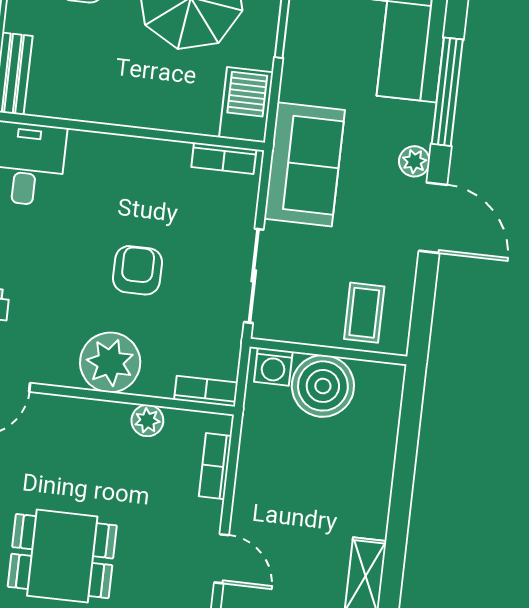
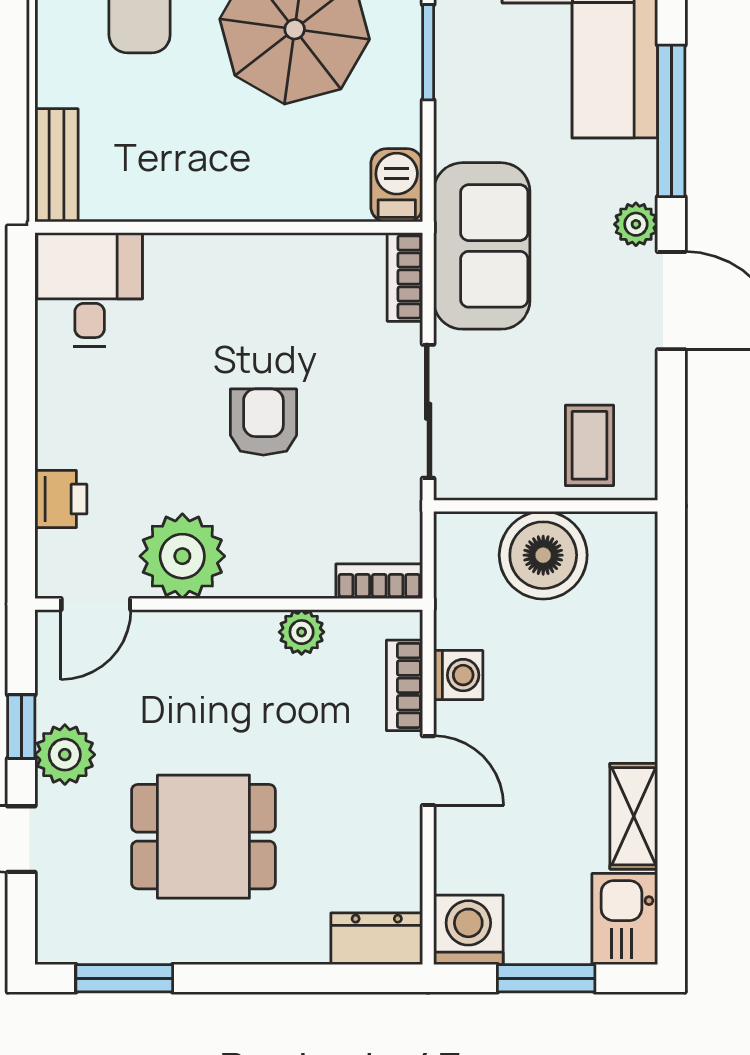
barbecue: (246, 105) -> (397, 185), width x0.73, depth x0.79
bookcase: (224, 158) -> (405, 277), moved, turned 90
plant: (110, 362) -> (182, 556), moved
washing machine: (273, 367) -> (458, 675), moved, turned -90
door: (222, 559) -> (428, 771), moved

